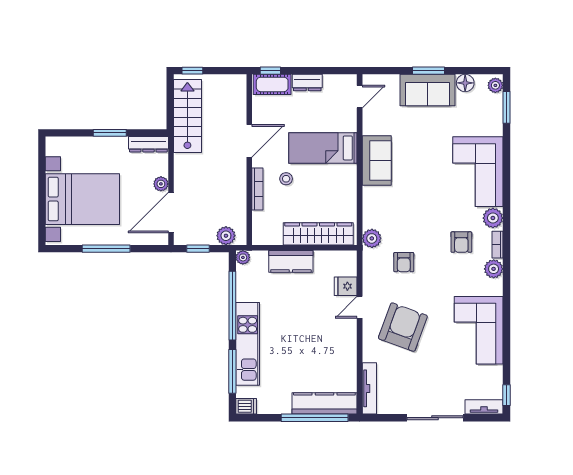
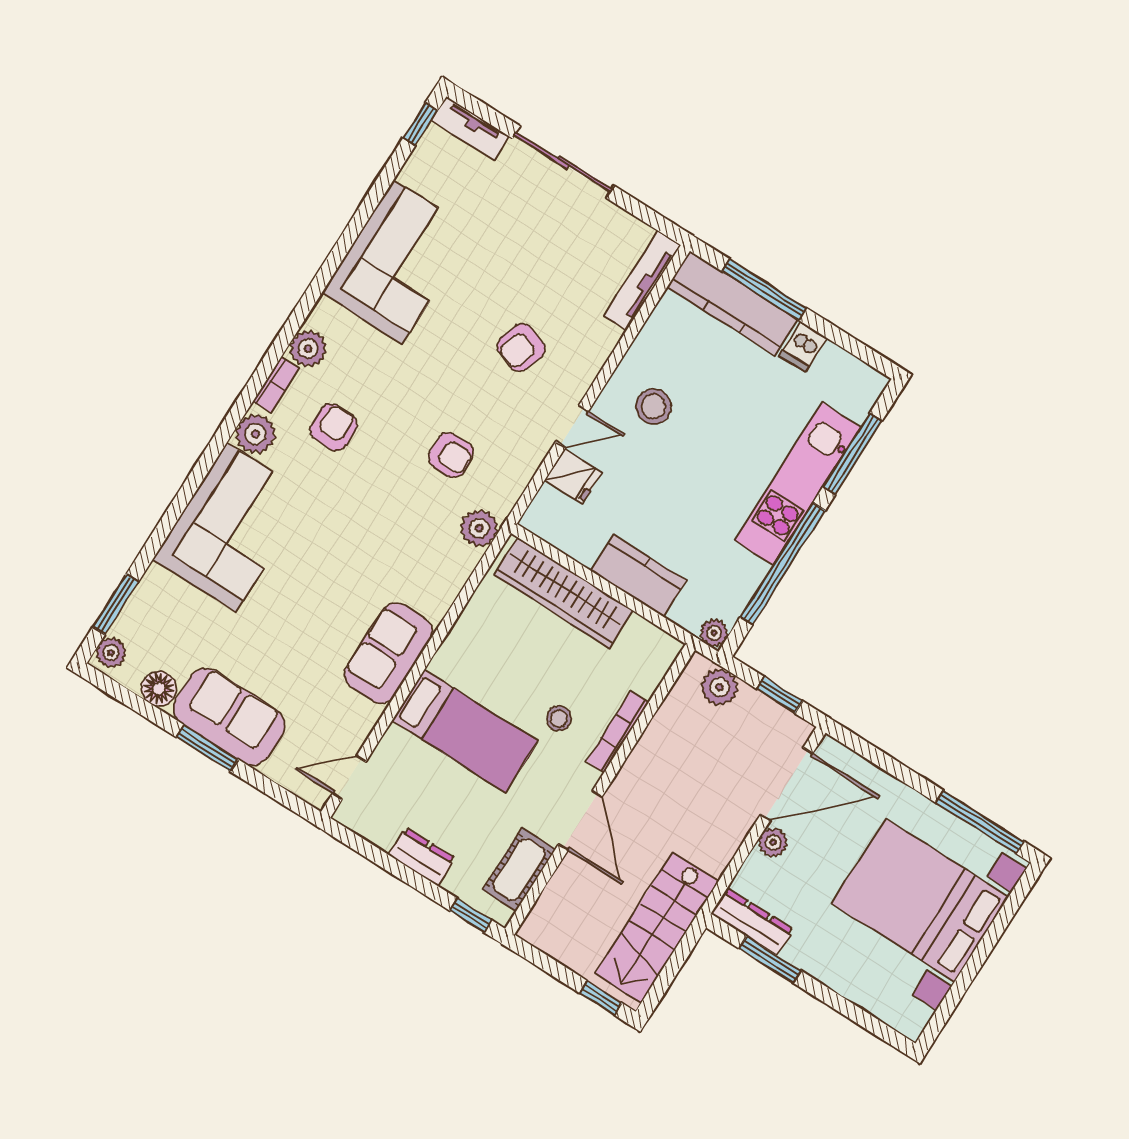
cot: (272, 84) -> (519, 869), moved, turned 90
window: (110, 133) -> (770, 960), moved
door: (249, 141) -> (580, 820), swing flipped
window: (106, 249) -> (980, 822), moved
armchair: (404, 262) -> (451, 455), turned 90
armchair: (403, 327) -> (521, 347), width x0.53, depth x0.53
stool: (330, 338) -> (654, 406), added
dishwasher: (246, 406) -> (803, 347), moved, turned -90
window: (315, 418) -> (764, 290), width x0.68

